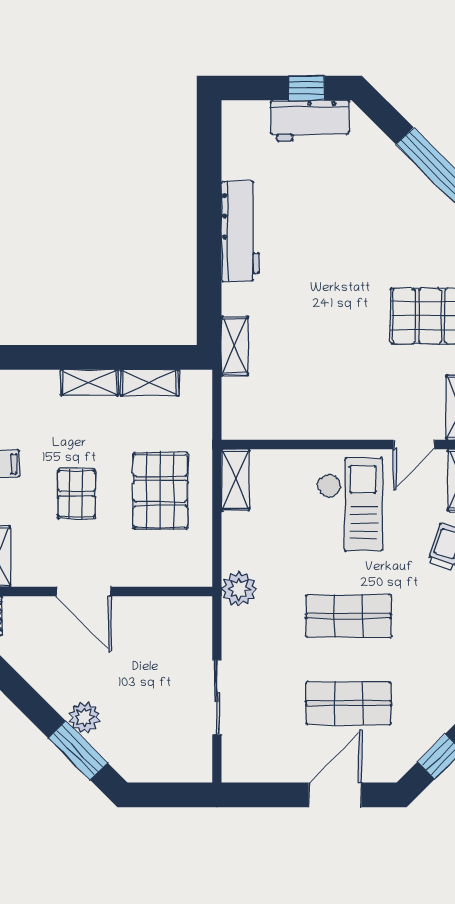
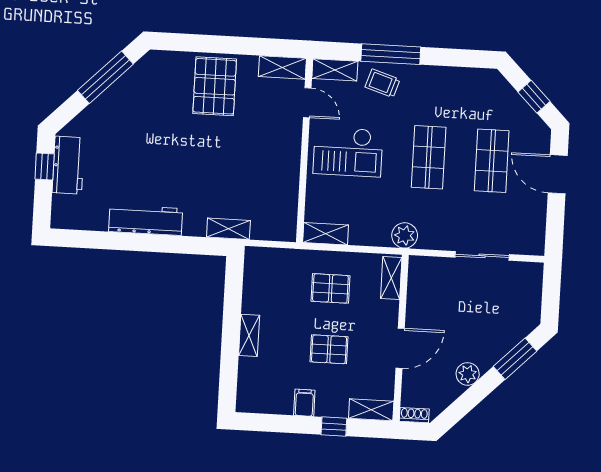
shelving: (150, 383) -> (391, 278), moved
pallet: (160, 491) -> (330, 288), width x0.67, depth x0.71
checkout: (350, 504) -> (348, 152), turned 180
plant: (84, 717) -> (468, 374), moved

